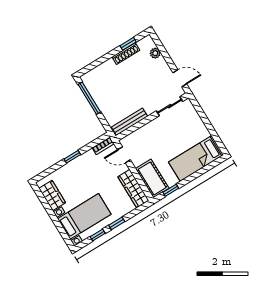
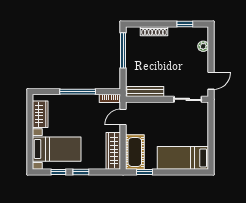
shoe rack: (126, 54) -> (154, 31), moved
door: (180, 78) -> (211, 81), hinge flipped
door: (124, 155) -> (123, 117), hinge flipped
window: (72, 157) -> (78, 92), width x2.17

